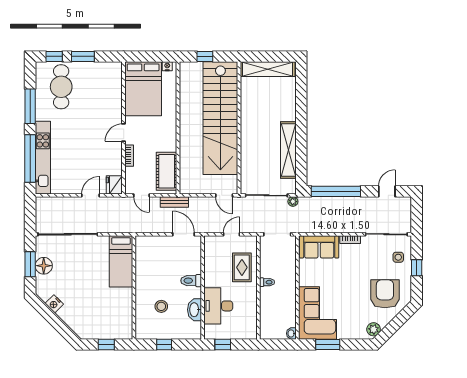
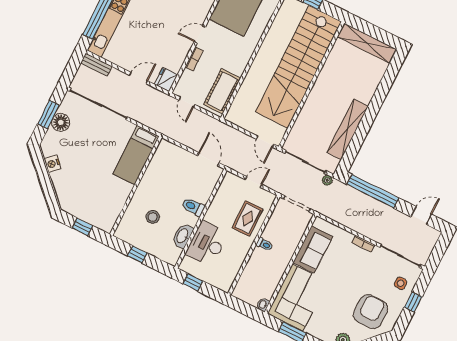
bench: (174, 202) -> (96, 65), moved
sofa: (319, 247) -> (313, 249), moved, turned -90

